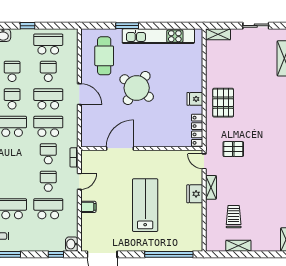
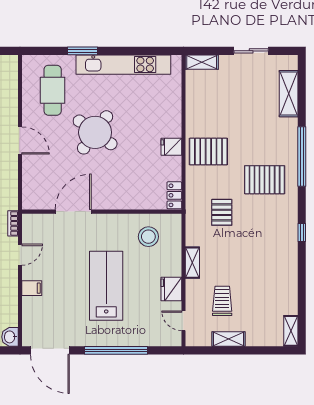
pallet: (223, 103) -> (208, 152), turned 90
pallet: (266, 124) -> (265, 180), added
locker: (197, 130) -> (174, 195), width x0.66
pallet: (233, 149) -> (222, 212), turned 90
door: (204, 161) -> (183, 321), moved
stool: (177, 168) -> (148, 237), added
fridge: (195, 194) -> (171, 289), moved
window: (169, 254) -> (116, 350), moved

